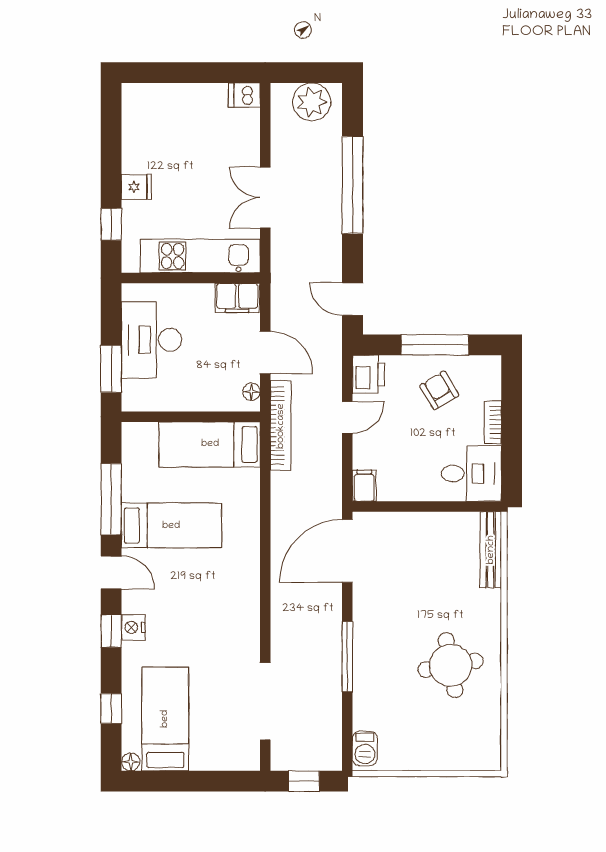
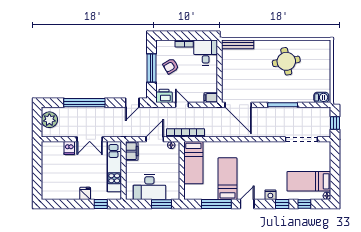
dishwasher: (244, 95) -> (69, 148), moved
window: (111, 631) -> (282, 204), moved

